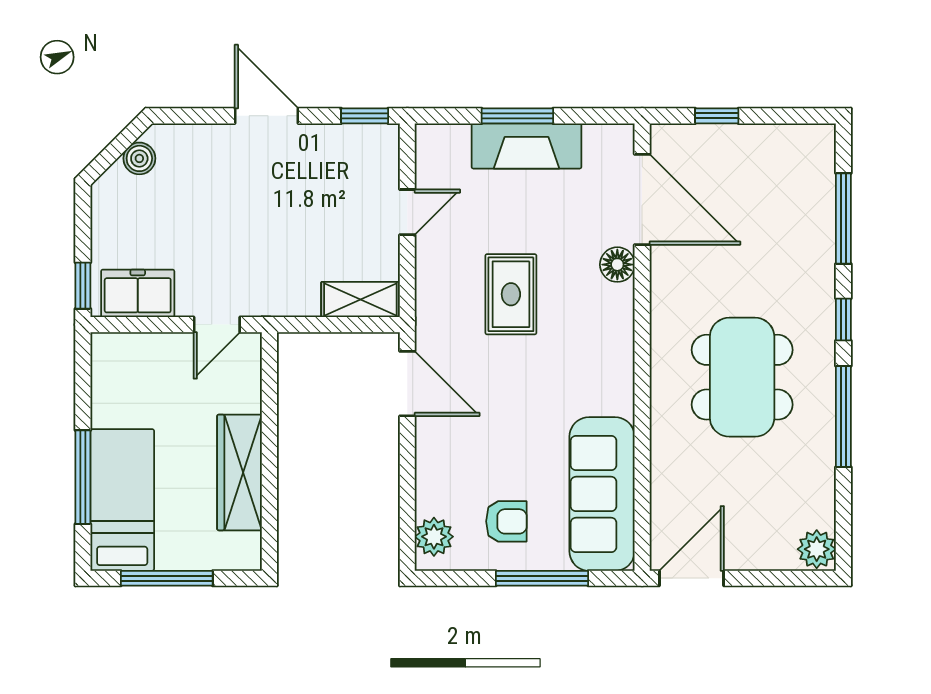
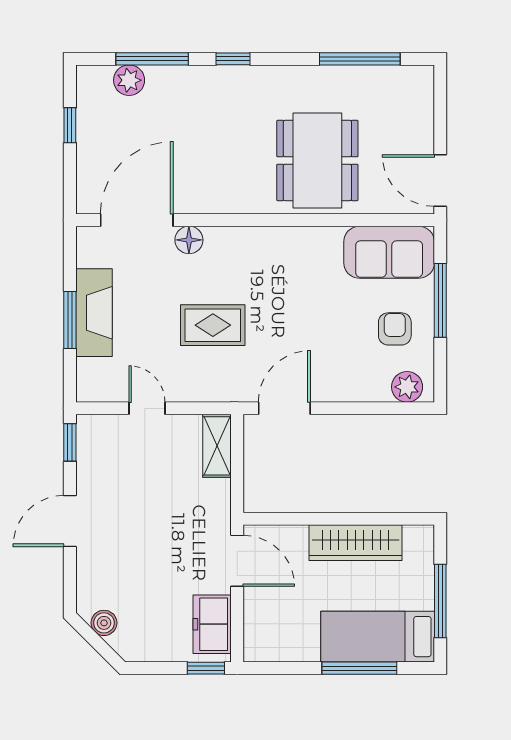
window: (717, 116) -> (70, 125), moved
door: (217, 325) -> (237, 561), width x1.38
dining table: (742, 377) -> (317, 160), moved, turned 90
window: (843, 416) -> (360, 59), moved
sofa: (602, 494) -> (389, 252), width x0.73
plant: (817, 549) -> (129, 80), moved

